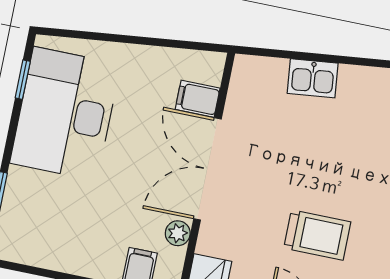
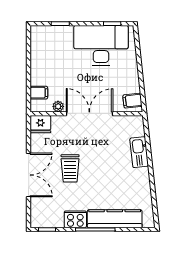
kitchen sink: (313, 78) -> (139, 152), width x1.38
filing cabinet: (198, 99) -> (132, 101), moved, turned -96

